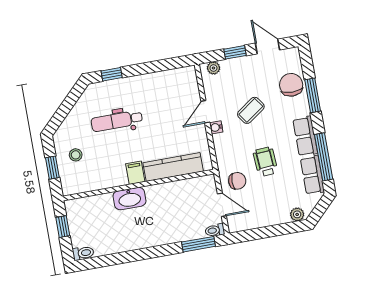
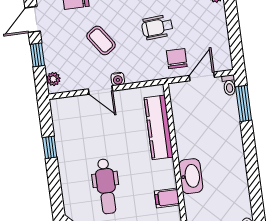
window: (112, 74) -> (50, 147), moved
filing cabinet: (135, 173) -> (167, 198), moved

